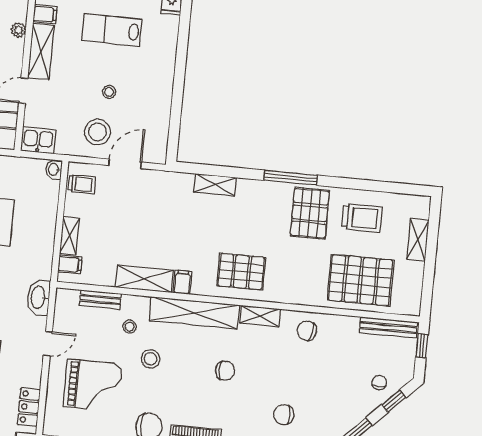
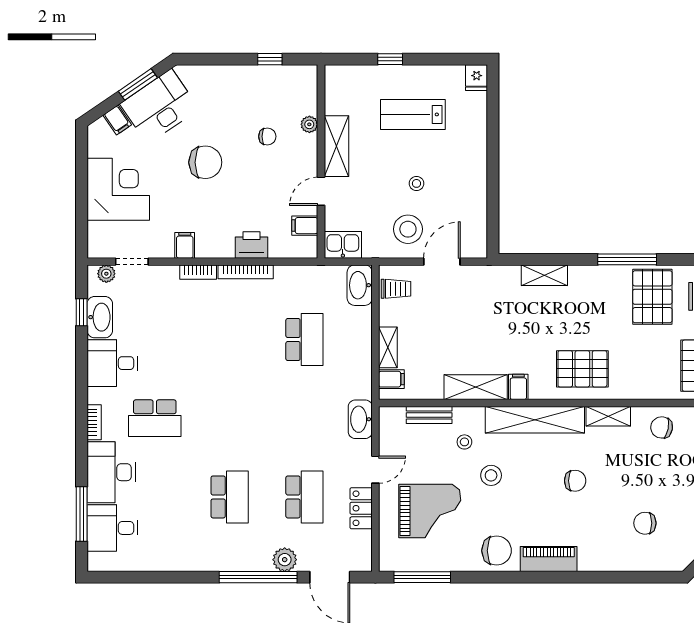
filing cabinet: (45, 14) -> (337, 104), removed
washbasin: (54, 169) -> (360, 285), width x1.91, depth x1.45
locker: (29, 407) -> (361, 508), moved

